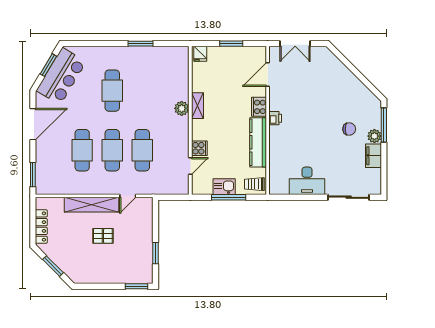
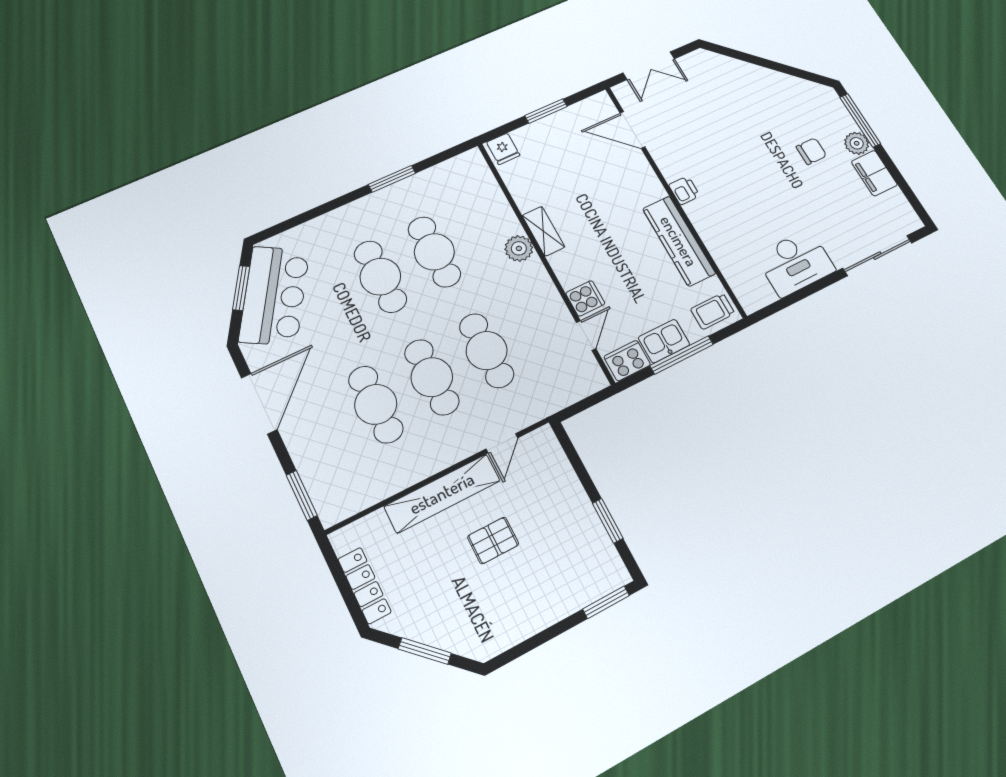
door: (268, 74) -> (632, 130), hinge flipped
cafe table: (142, 91) -> (434, 252), added
cooker: (259, 107) -> (627, 361), moved, turned 90

